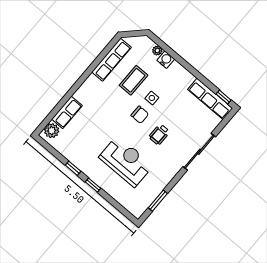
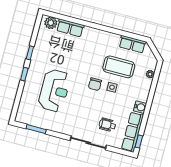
row of seats: (111, 60) -> (132, 44), width x0.68
water cooler: (166, 60) -> (140, 107), moved
coffee table: (134, 80) -> (119, 67), width x1.36, depth x1.32
wheelchair: (159, 134) -> (107, 125), moved

